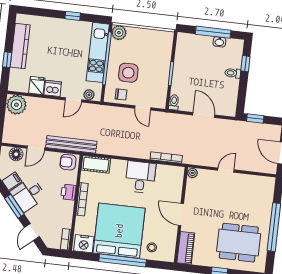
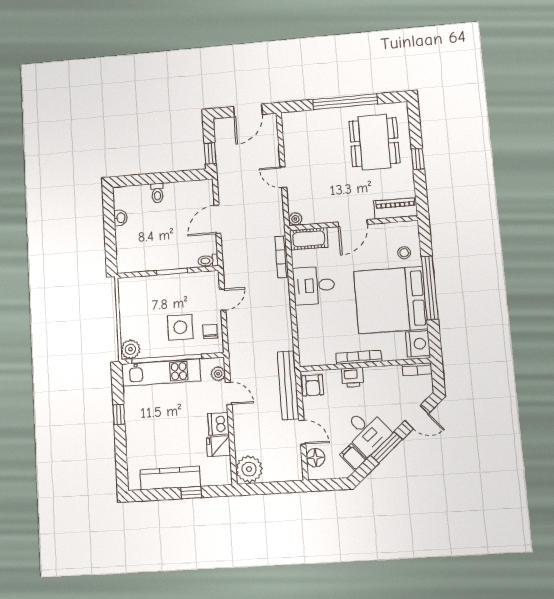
window: (213, 32) -> (110, 228), removed
window: (245, 64) -> (143, 180), removed
cot: (96, 164) -> (309, 239), moved, turned 90

